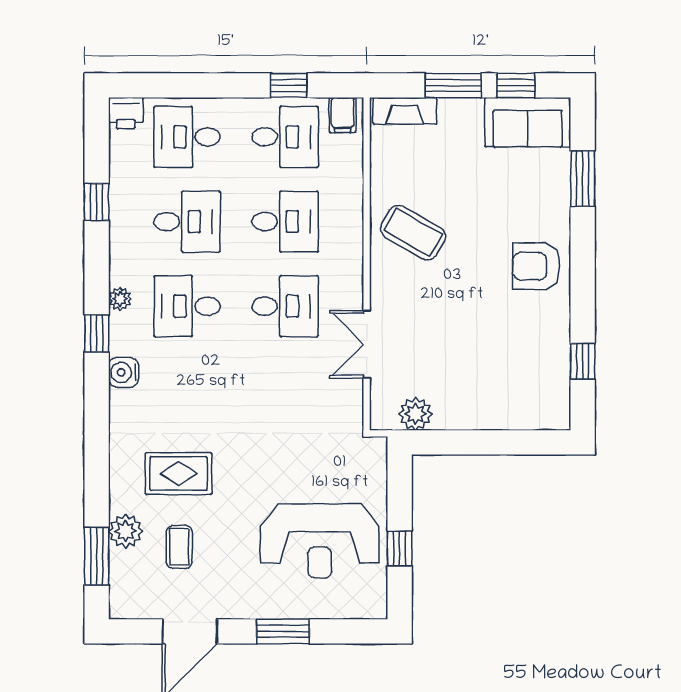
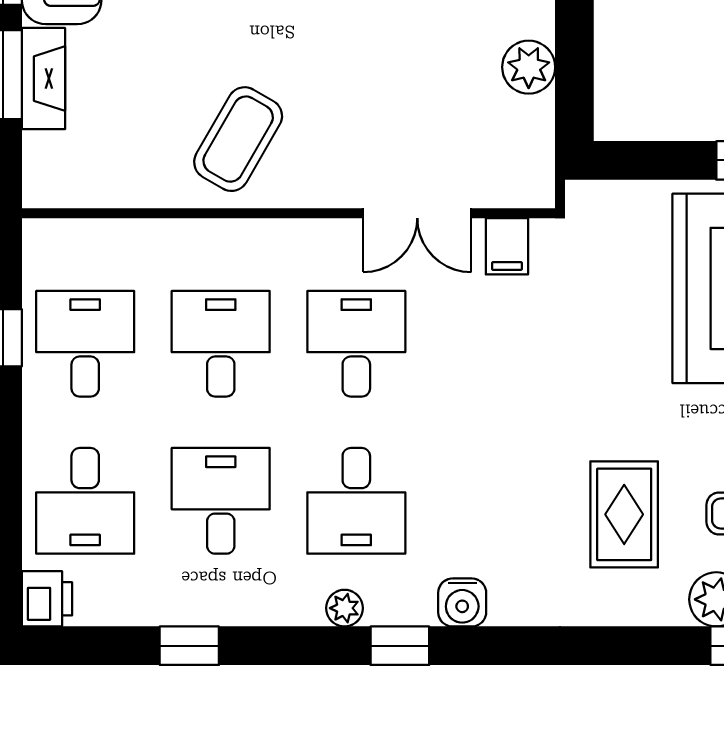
fireplace: (405, 111) -> (43, 79), moved
filing cabinet: (343, 115) -> (507, 246), moved, turned 90
plant: (415, 414) -> (529, 67), moved

